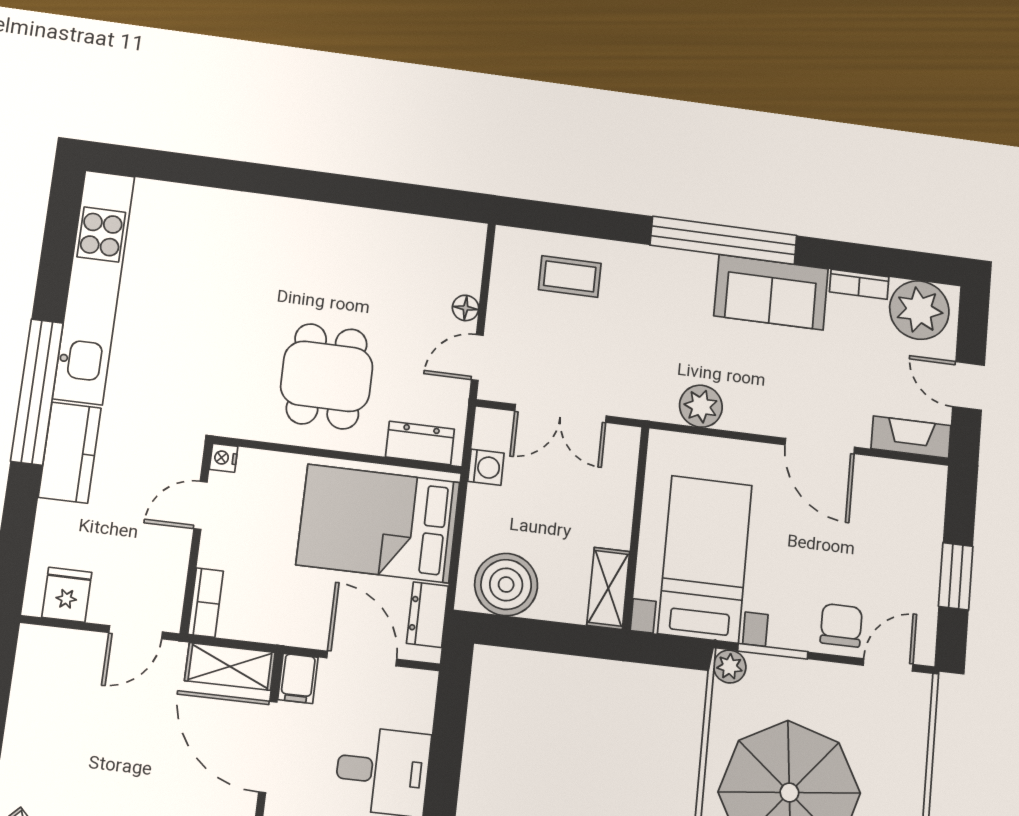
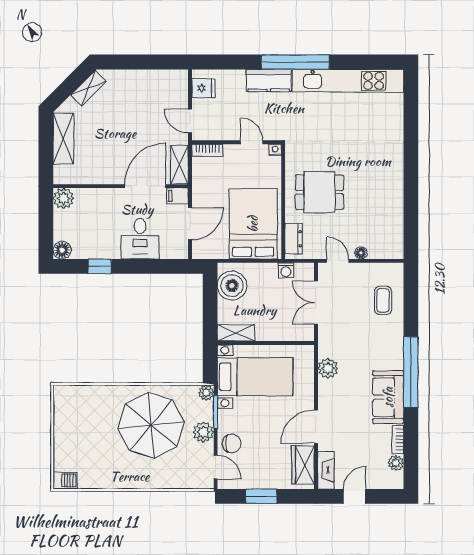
plant: (919, 310) -> (396, 463), width x0.53, depth x0.53
wardrobe: (897, 483) -> (303, 465), added
dresser: (427, 615) -> (214, 251), removed
plant: (813, 682) -> (203, 432), added

